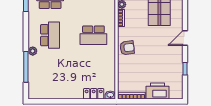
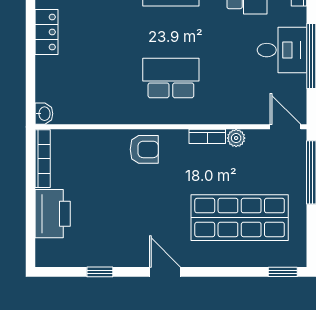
school desk: (93, 35) -> (171, 78), turned 90
armchair: (127, 48) -> (144, 149), turned -83
locker: (94, 94) -> (47, 32), moved

